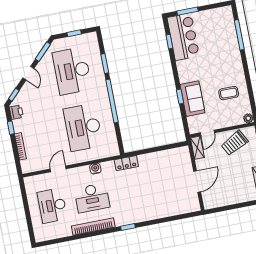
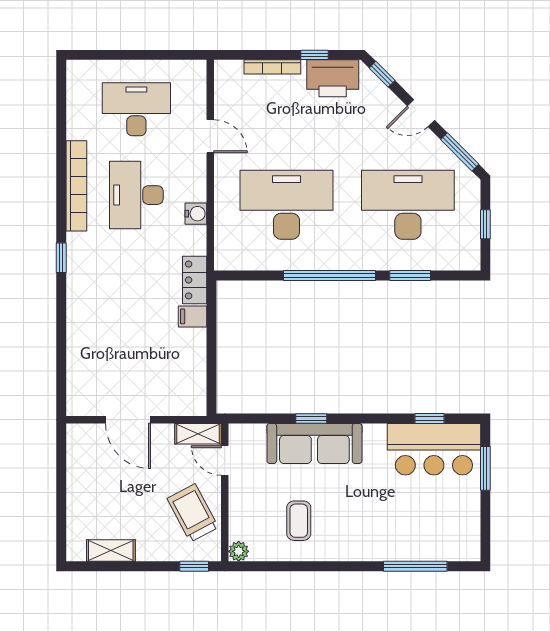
sofa: (192, 99) -> (314, 443), width x1.36
printer: (16, 112) -> (333, 78), width x1.87, depth x1.48
filing cabinet: (143, 161) -> (192, 316), added

